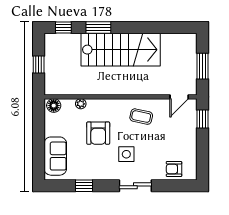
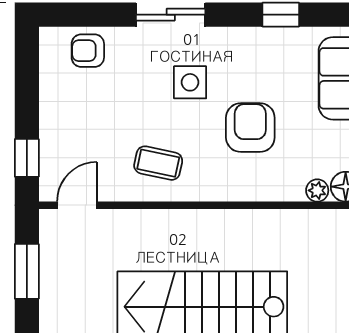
plant: (81, 104) -> (317, 190), moved
armchair: (174, 169) -> (88, 51), turned 180

